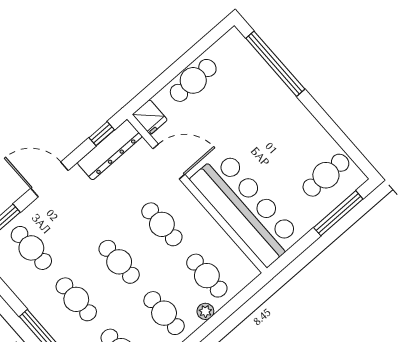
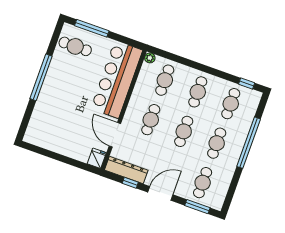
window: (275, 64) -> (41, 77), moved
cafe table: (193, 80) -> (64, 146), removed
window: (102, 134) -> (130, 183), moved
door: (50, 179) -> (160, 193), swing flipped
plant: (205, 311) -> (150, 58), moved

